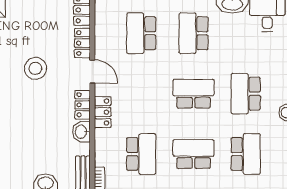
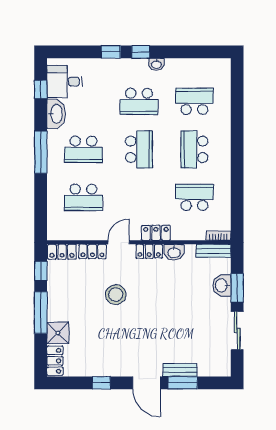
school desk: (193, 94) -> (139, 149), turned 180

